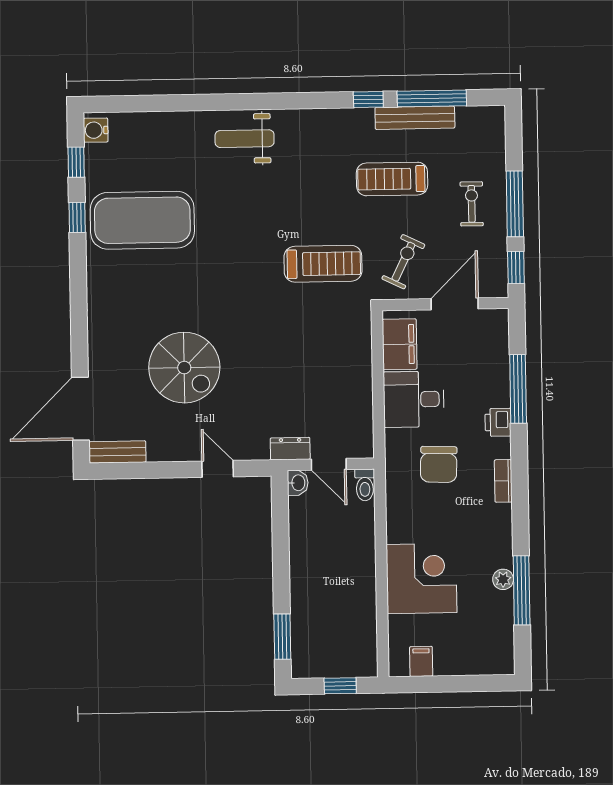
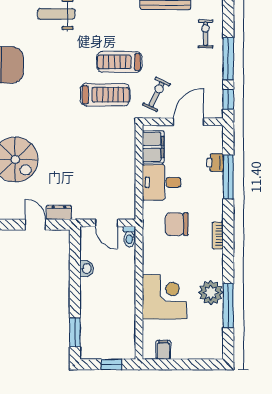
treadmill: (392, 179) -> (119, 62), moved
exercise bike: (472, 204) -> (206, 34), moved
printer: (498, 422) -> (215, 163), moved
dresser: (290, 449) -> (59, 212), moved
chair: (439, 464) -> (177, 224), turned 88
washbasin: (298, 483) -> (86, 269), moved
plant: (503, 579) -> (211, 293), width x1.88, depth x1.88

